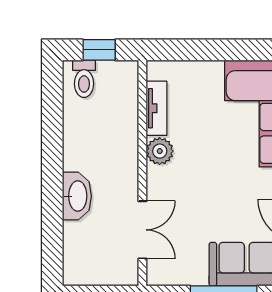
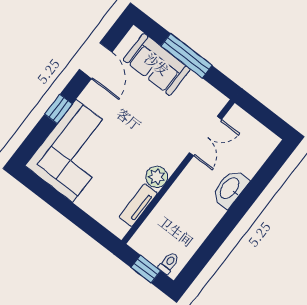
toilet: (84, 79) -> (169, 263), width x0.73, depth x0.72
double door: (142, 230) -> (205, 136), swing flipped

